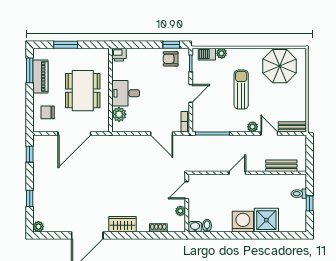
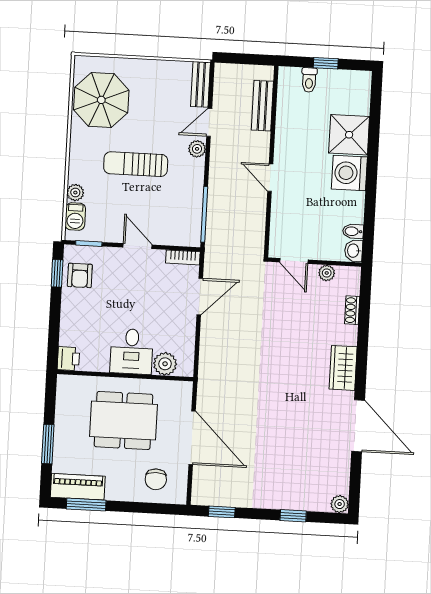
piano: (40, 77) -> (78, 487), moved

